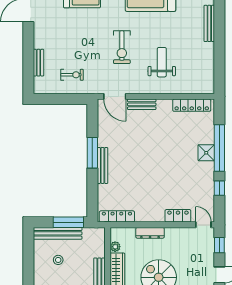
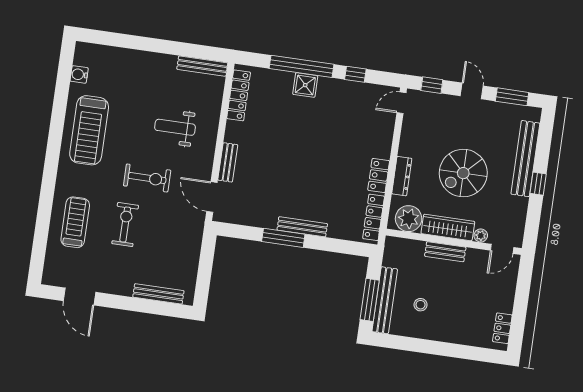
bench: (209, 23) -> (202, 66), moved
bench: (38, 63) -> (158, 294), width x1.36
exercise bike: (72, 75) -> (125, 224), moved, width x1.38, depth x1.39
door: (115, 96) -> (212, 197), swing flipped
locker: (178, 216) -> (379, 175), moved
window: (68, 222) -> (370, 300), moved
plant: (115, 247) -> (409, 219), width x1.88, depth x1.88

